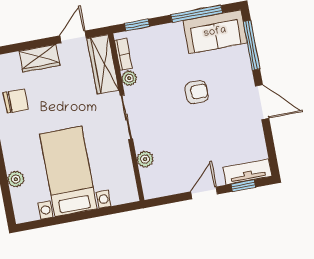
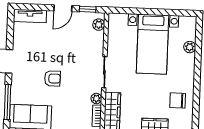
armchair: (197, 92) -> (52, 78), turned 180
plant: (145, 159) -> (99, 25), moved
window: (243, 186) -> (88, 9), moved

